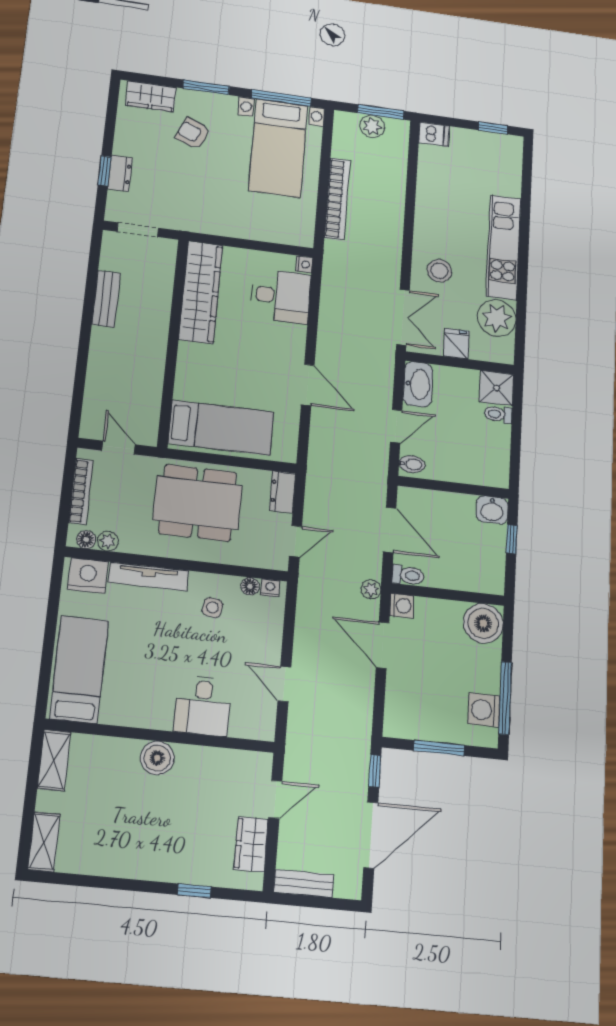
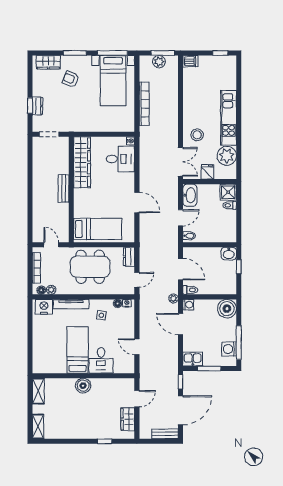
bench: (106, 299) -> (64, 188), moved
bed: (79, 669) -> (78, 350), moved
kitchen sink: (404, 723) -> (193, 359), added
bench: (304, 884) -> (165, 434), moved

